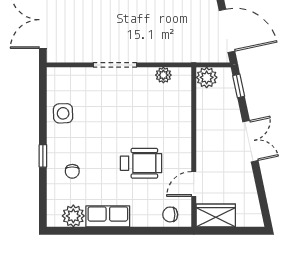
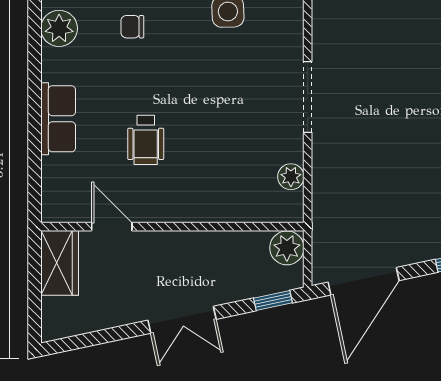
wheelchair: (141, 163) -> (146, 140), width x0.73, depth x0.73
chair: (170, 214) -> (61, 188), removed
row of seats: (108, 216) -> (58, 119), moved

